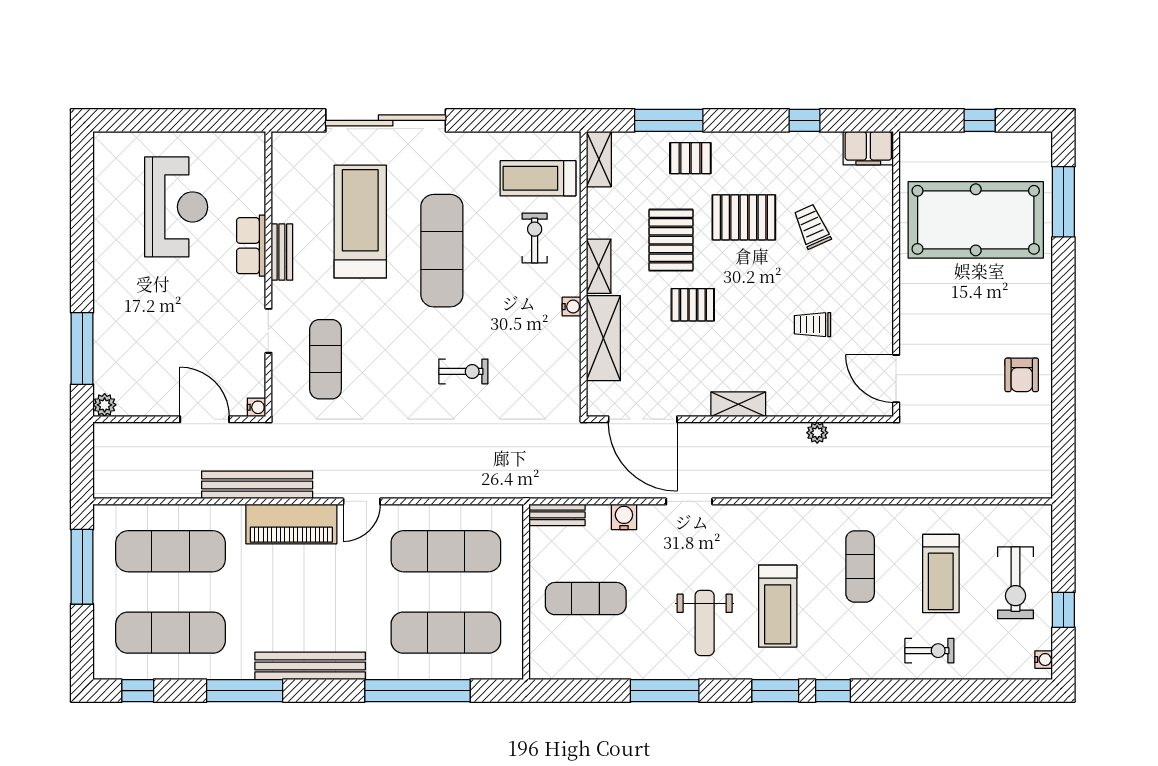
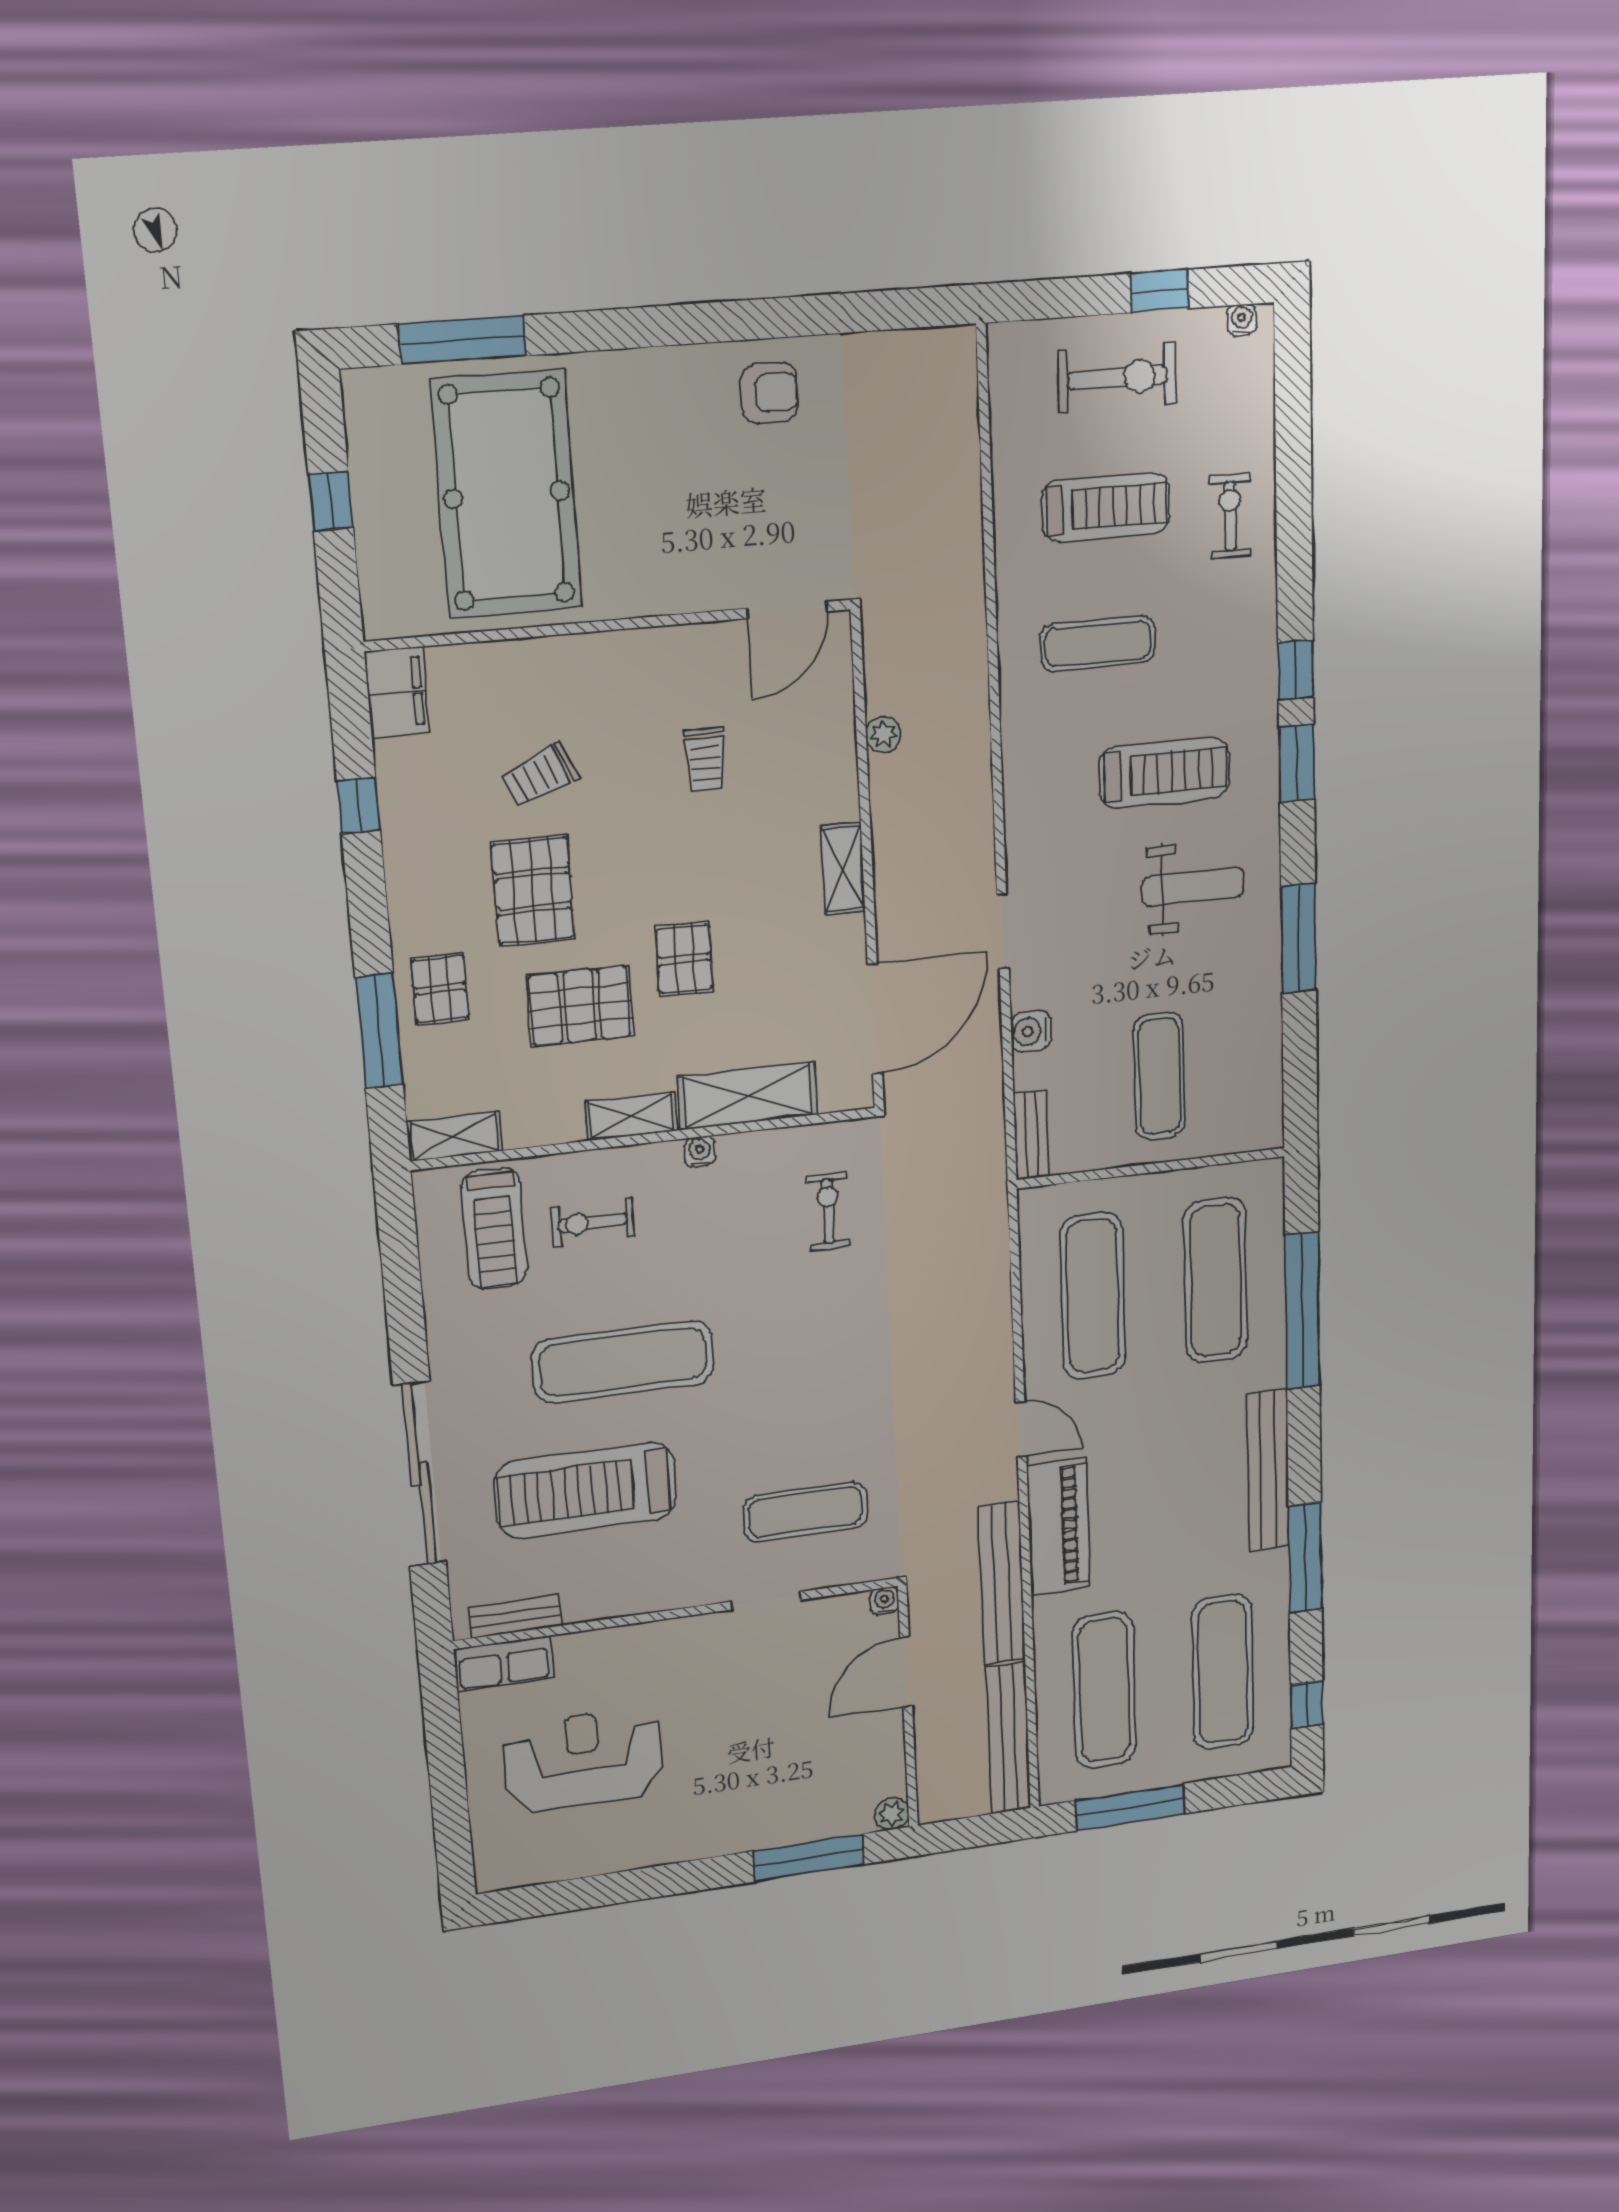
row of seats: (251, 246) -> (504, 1663), moved
bench: (282, 252) -> (515, 1617), moved
exercise bike: (463, 371) -> (828, 1211), moved
bench: (146, 486) -> (1009, 1738), added

